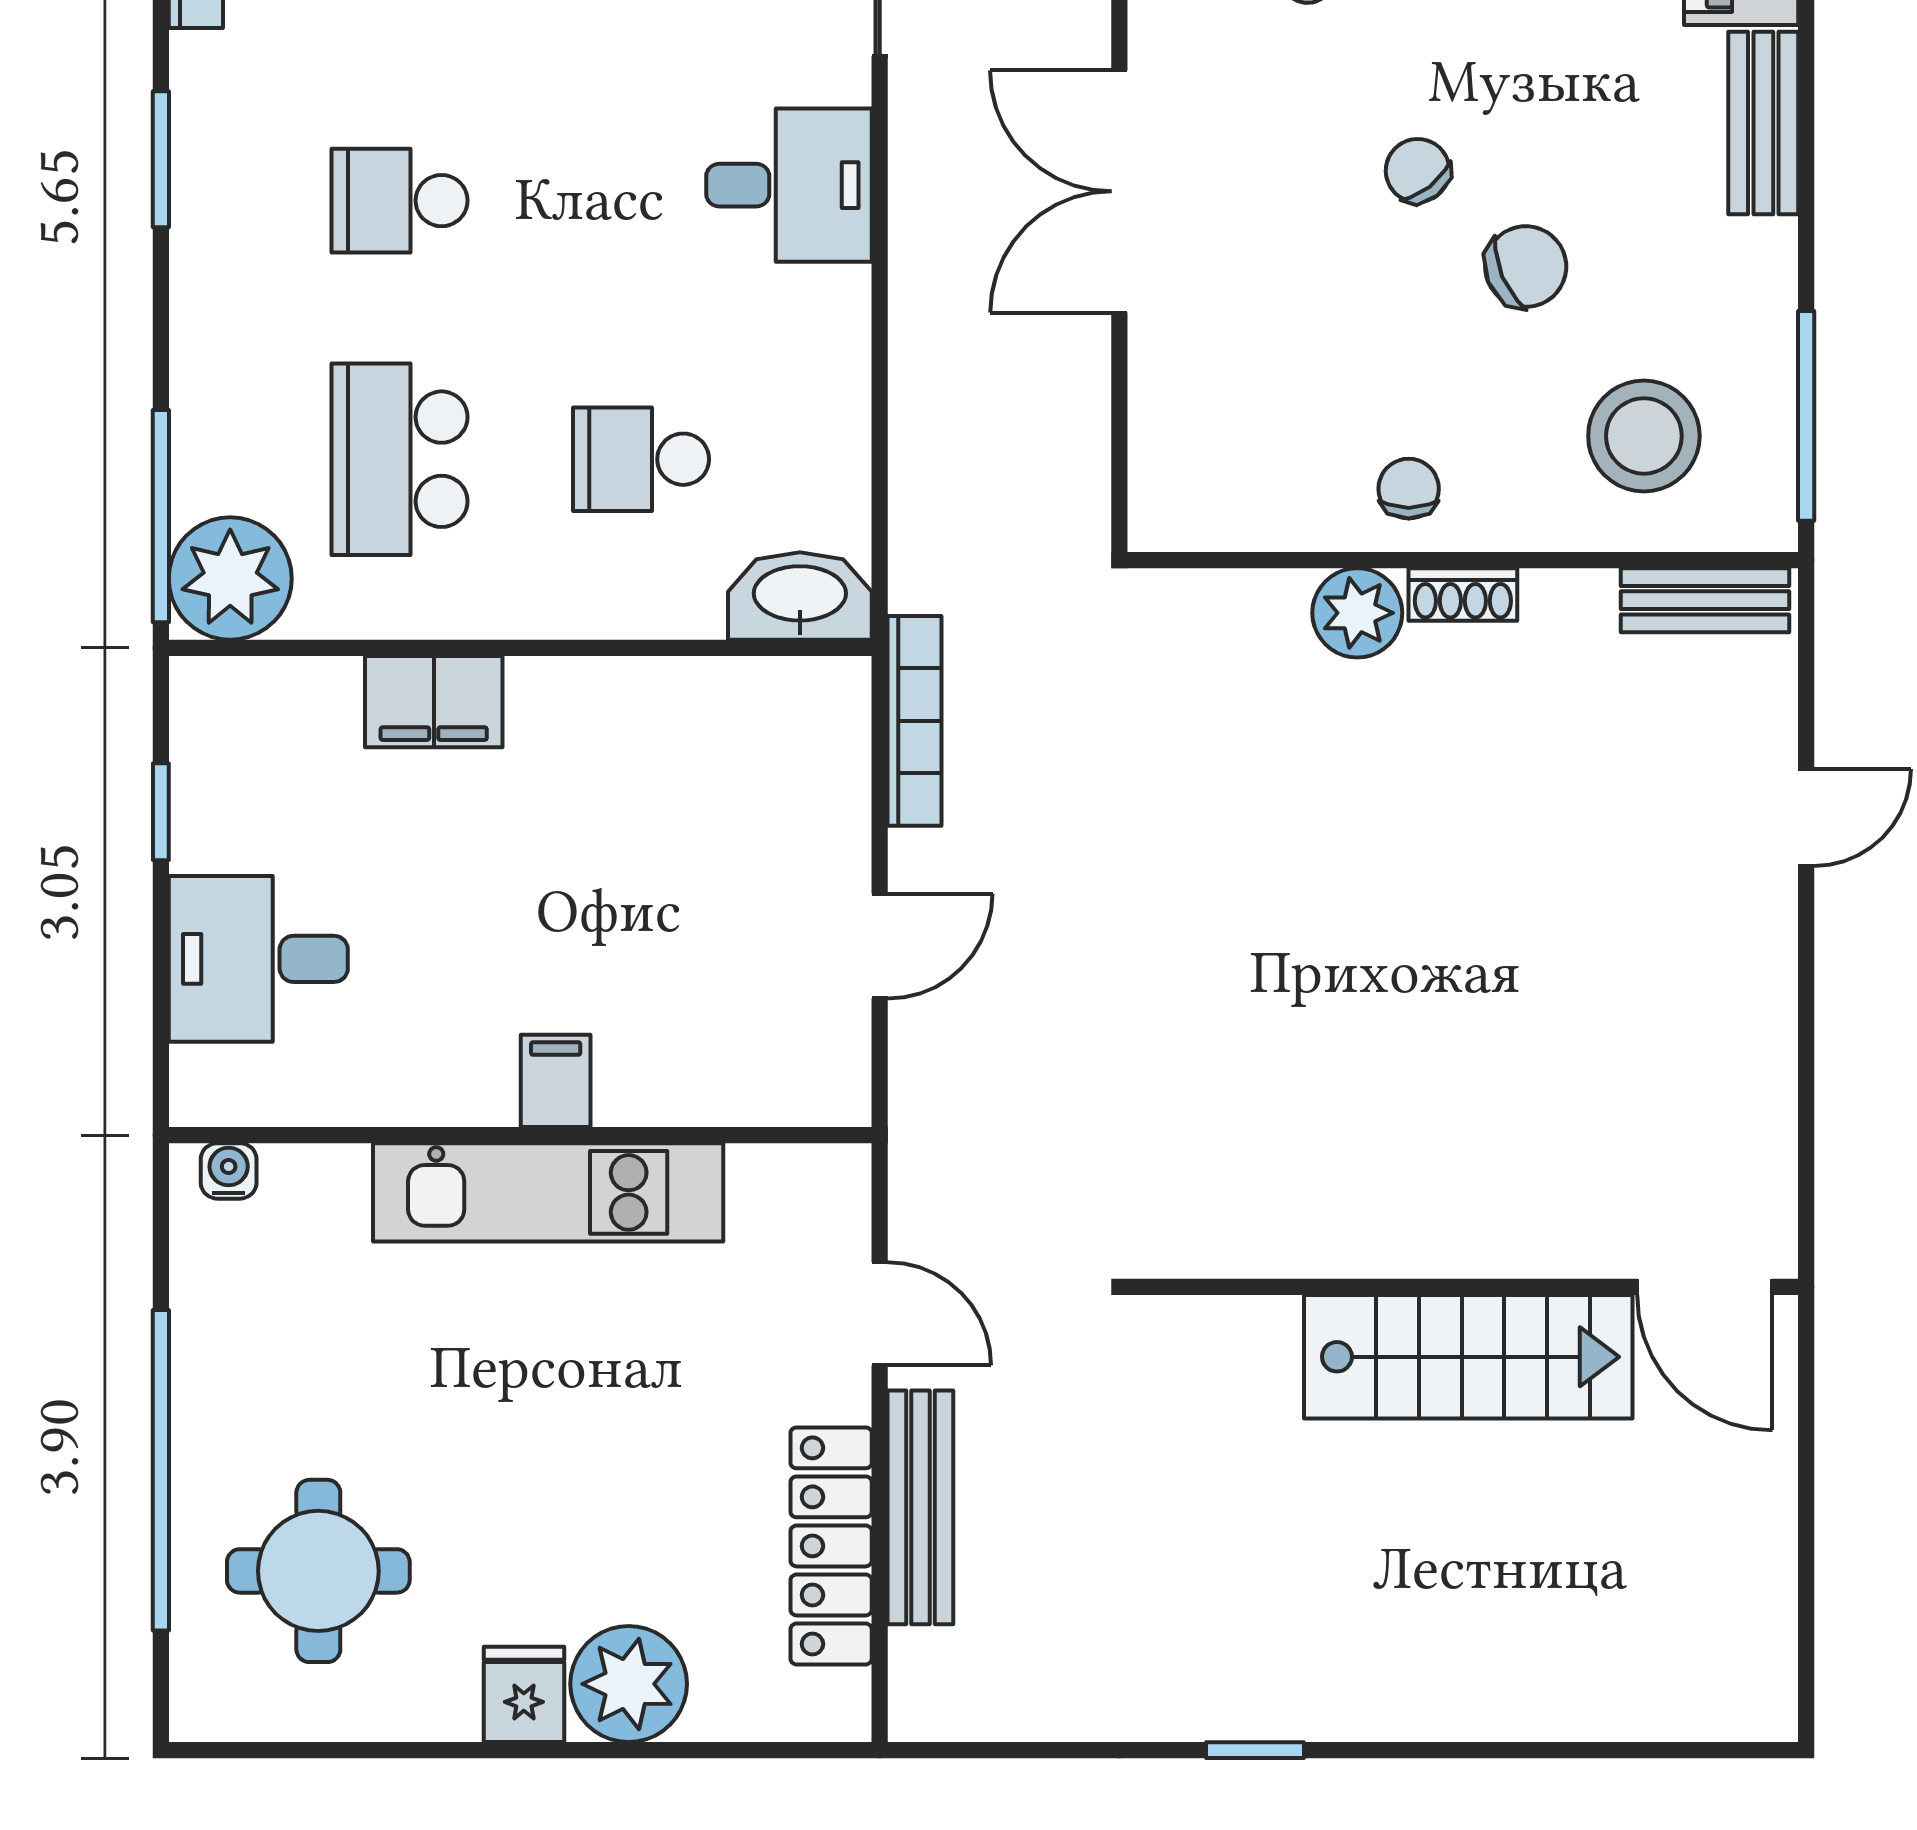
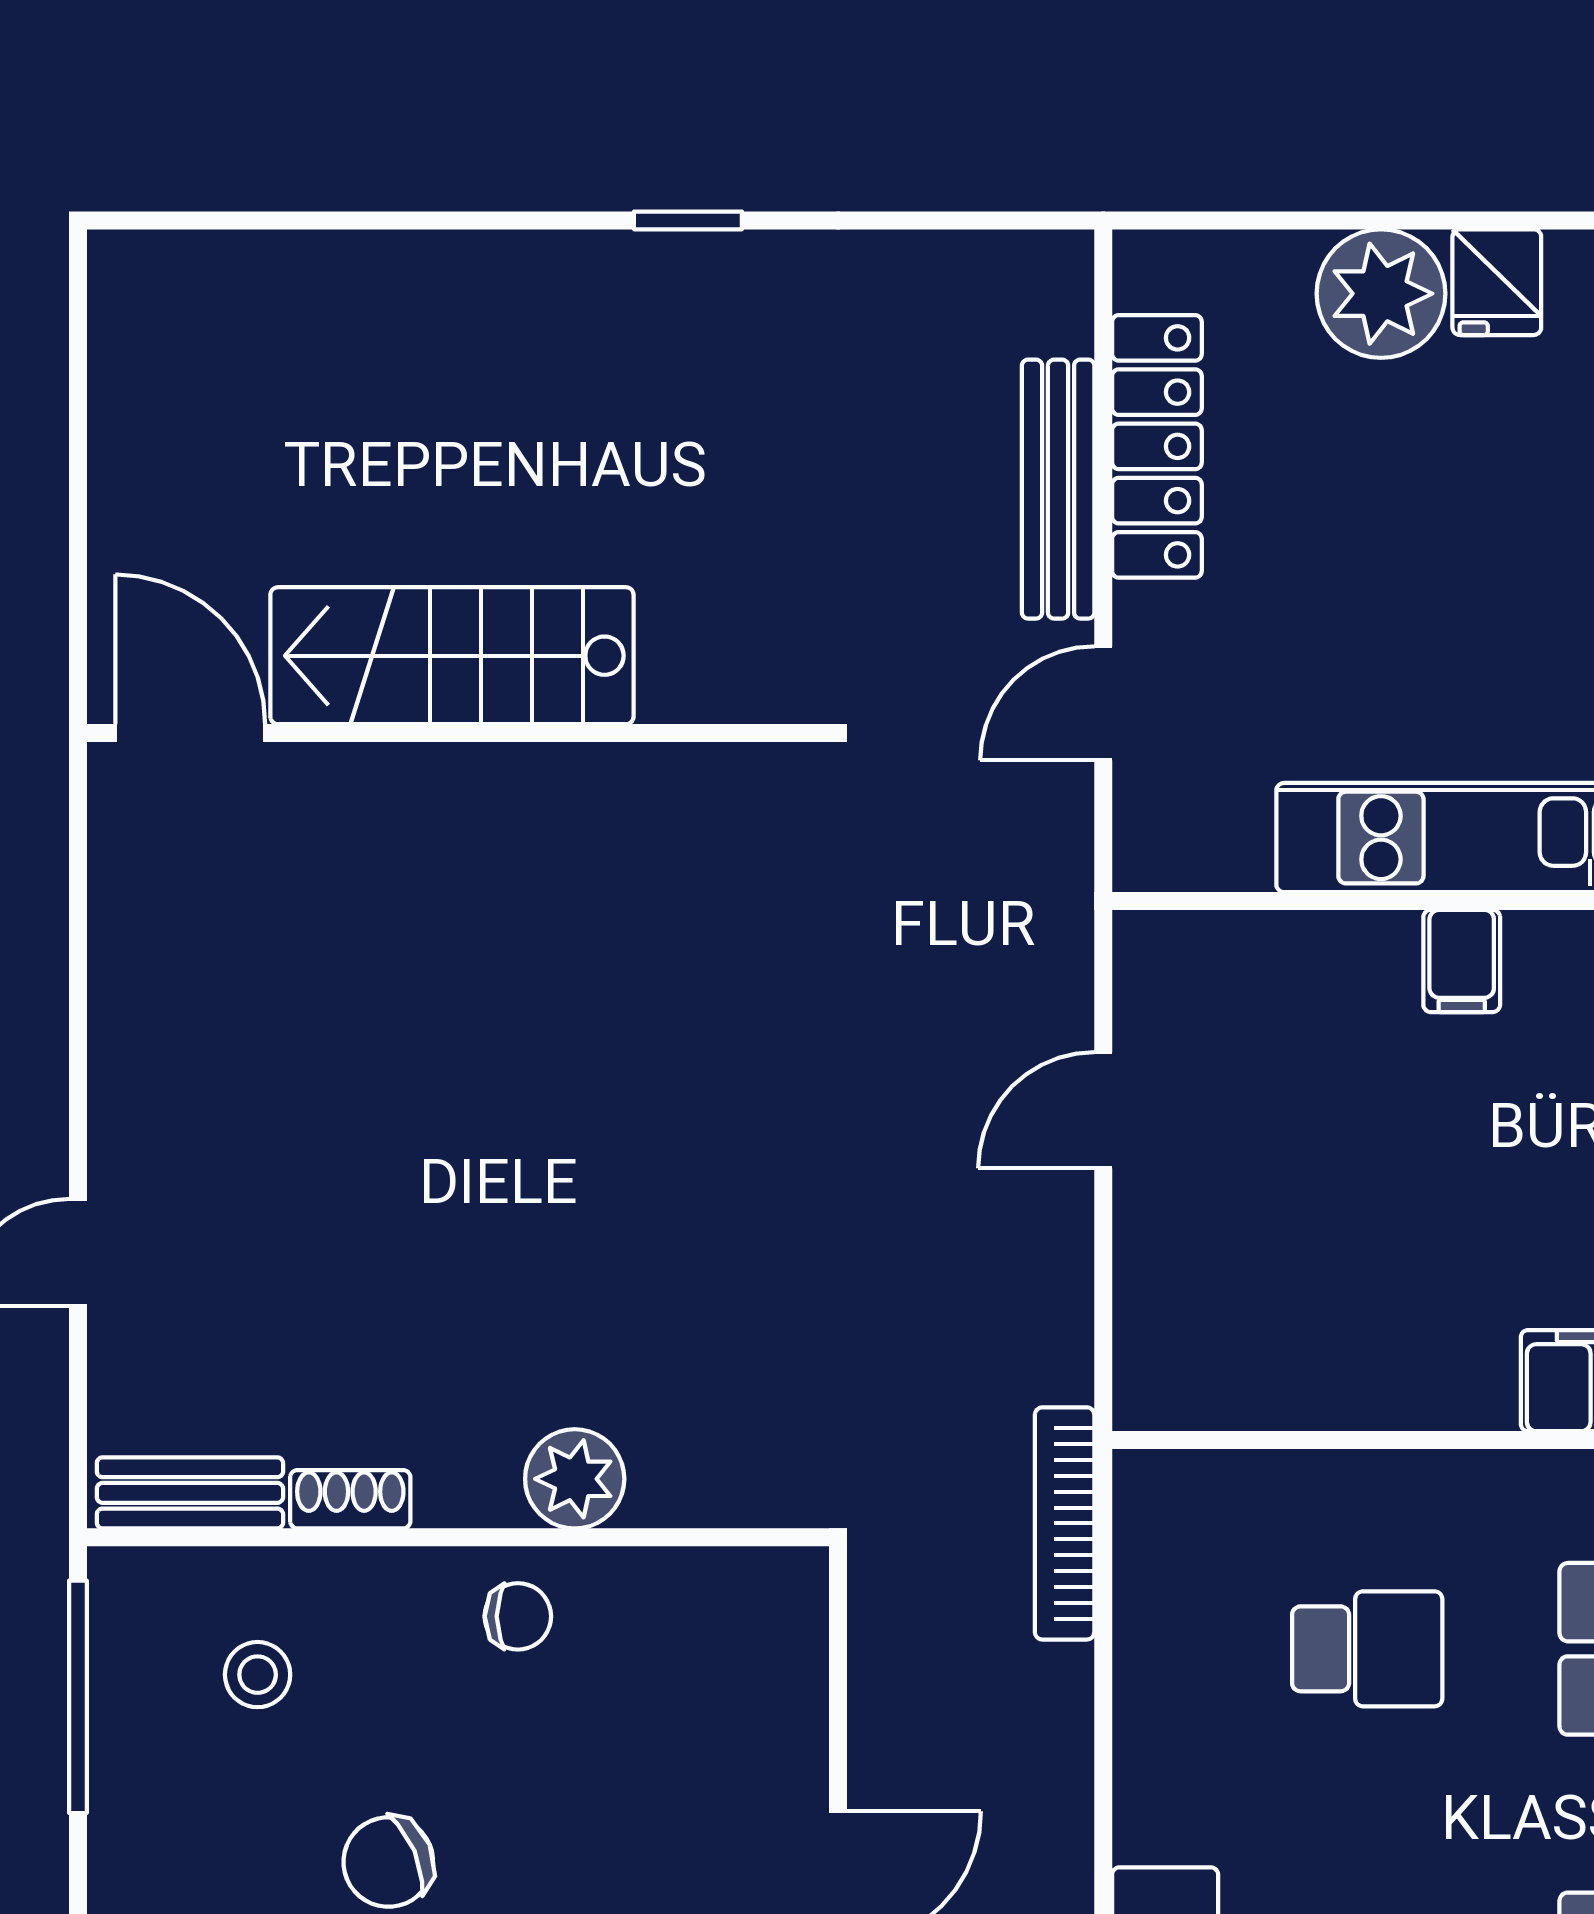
stool: (1644, 436) -> (258, 1675), width x0.53, depth x0.53
chair: (1409, 489) -> (518, 1616), turned -90
shoe rack: (1463, 594) -> (350, 1499), moved
washbasin: (800, 596) -> (1192, 1497), removed
bookcase: (915, 721) -> (1065, 1523), moved
door: (880, 1314) -> (1103, 703), hinge flipped

